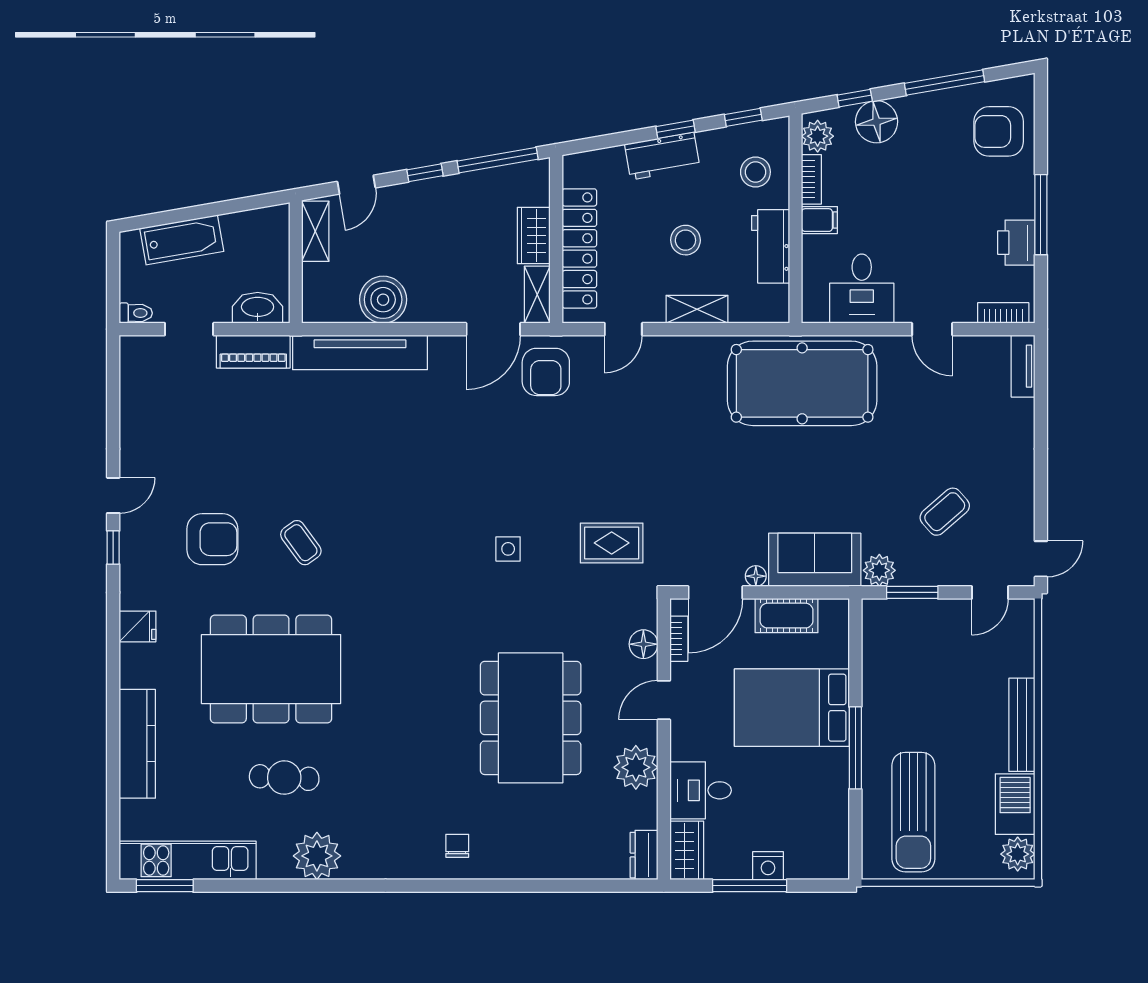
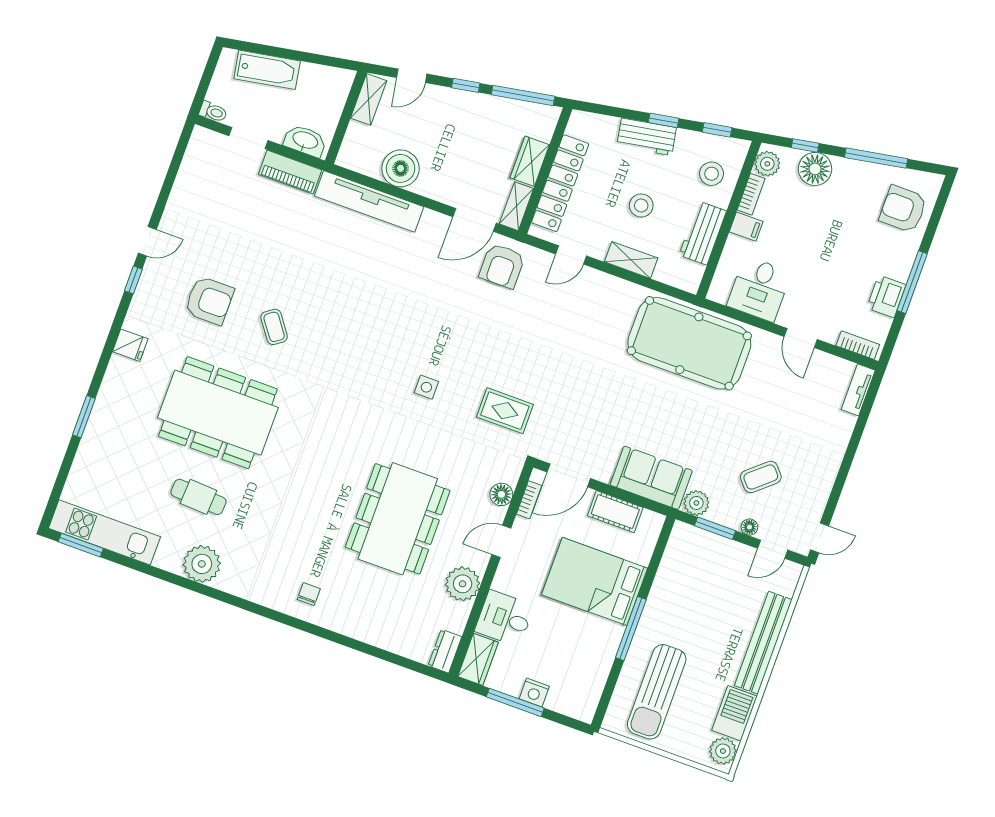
floor lamp: (756, 576) -> (749, 527), moved
bench: (1022, 725) -> (763, 643), width x1.37, depth x1.21
window: (113, 731) -> (84, 417), added
kitchen counter: (137, 744) -> (98, 432), removed

